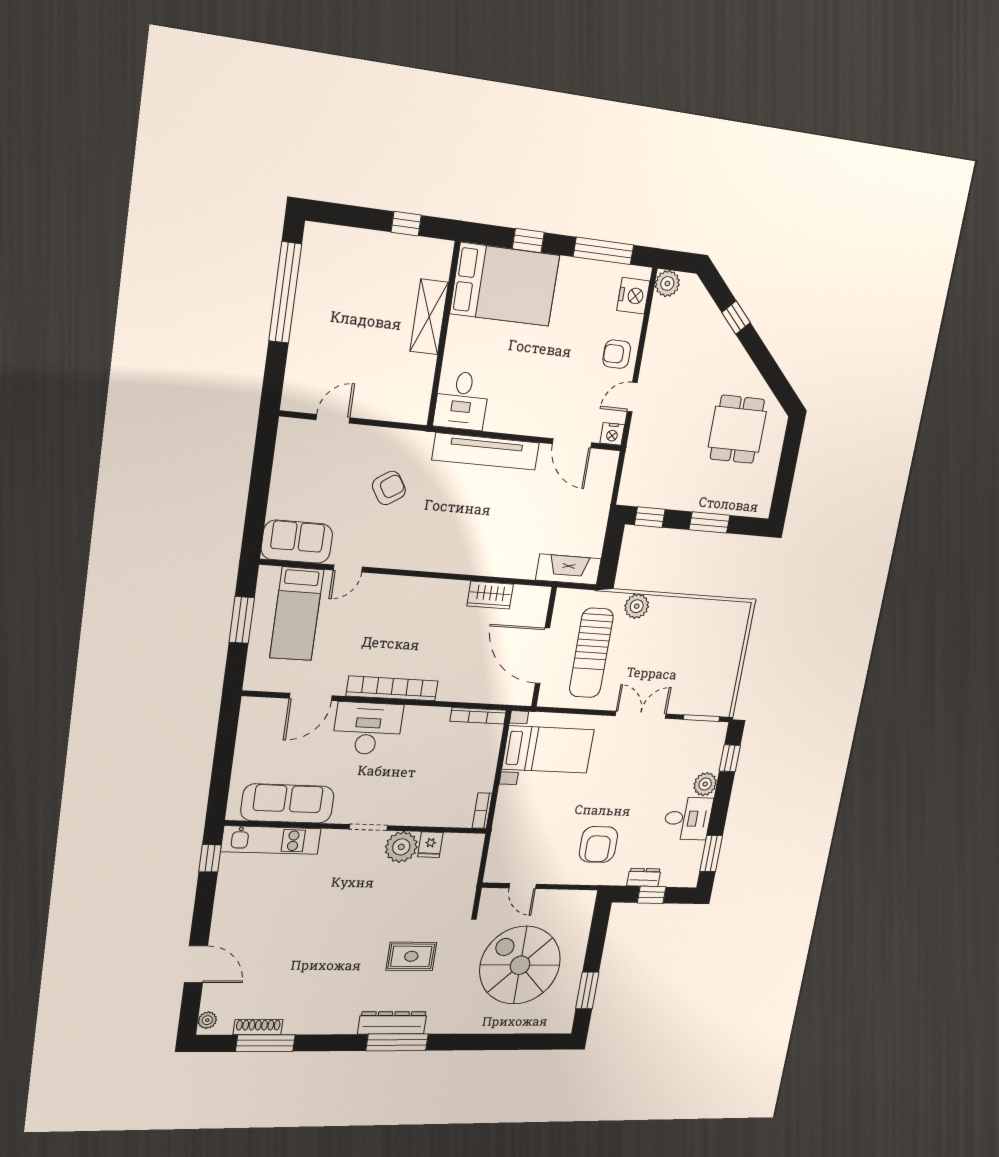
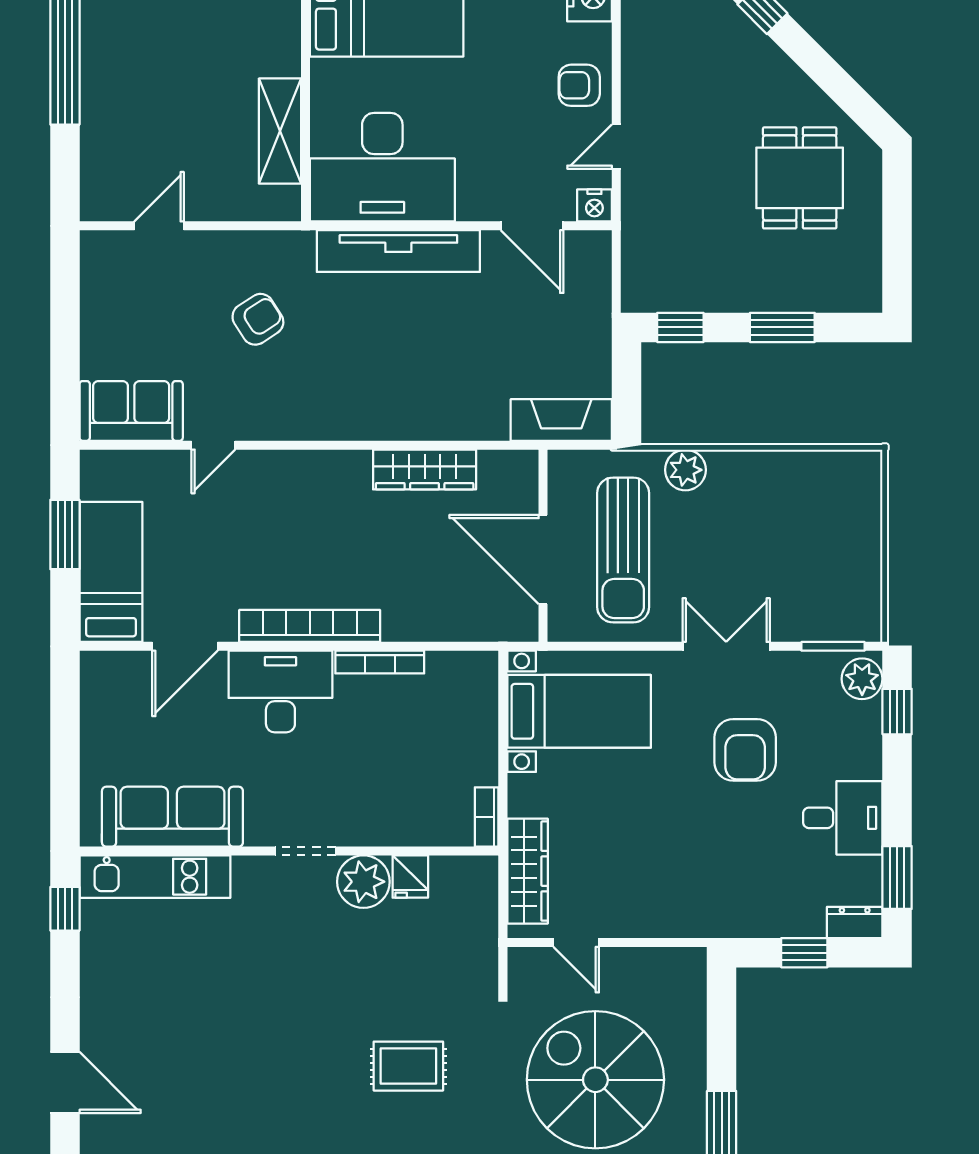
shelving: (429, 317) -> (280, 131), moved
desk: (462, 401) -> (382, 167), width x1.87, depth x1.30
wardrobe: (490, 595) -> (425, 469), width x1.50
bed: (297, 614) -> (111, 572), moved, turned 180
bookcase: (478, 716) -> (380, 662), moved
plant: (705, 784) -> (862, 679), moved
wardrobe: (501, 844) -> (528, 871), added
armchair: (598, 844) -> (745, 750), moved
dresser: (644, 877) -> (855, 922), moved

